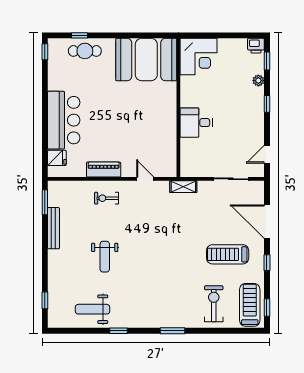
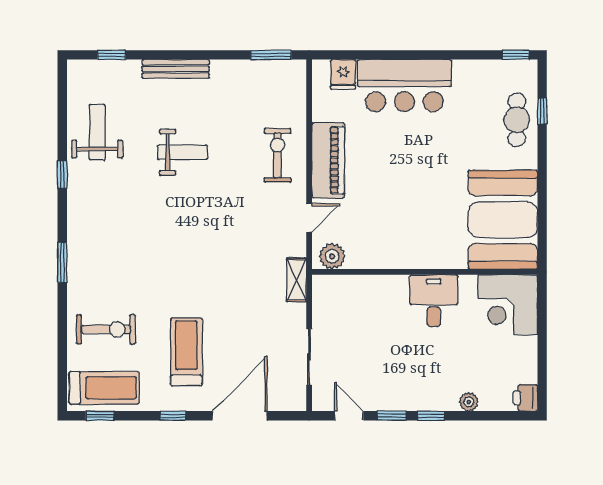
window: (267, 61) -> (392, 416), moved
desk: (196, 123) -> (434, 301), moved
plant: (169, 165) -> (332, 256), added
piano: (104, 170) -> (328, 160), width x1.37, depth x1.33
exercise bike: (107, 198) -> (278, 155), width x1.38, depth x1.39
bench: (53, 228) -> (176, 69), moved
weight bench: (105, 257) -> (183, 152), turned 180

